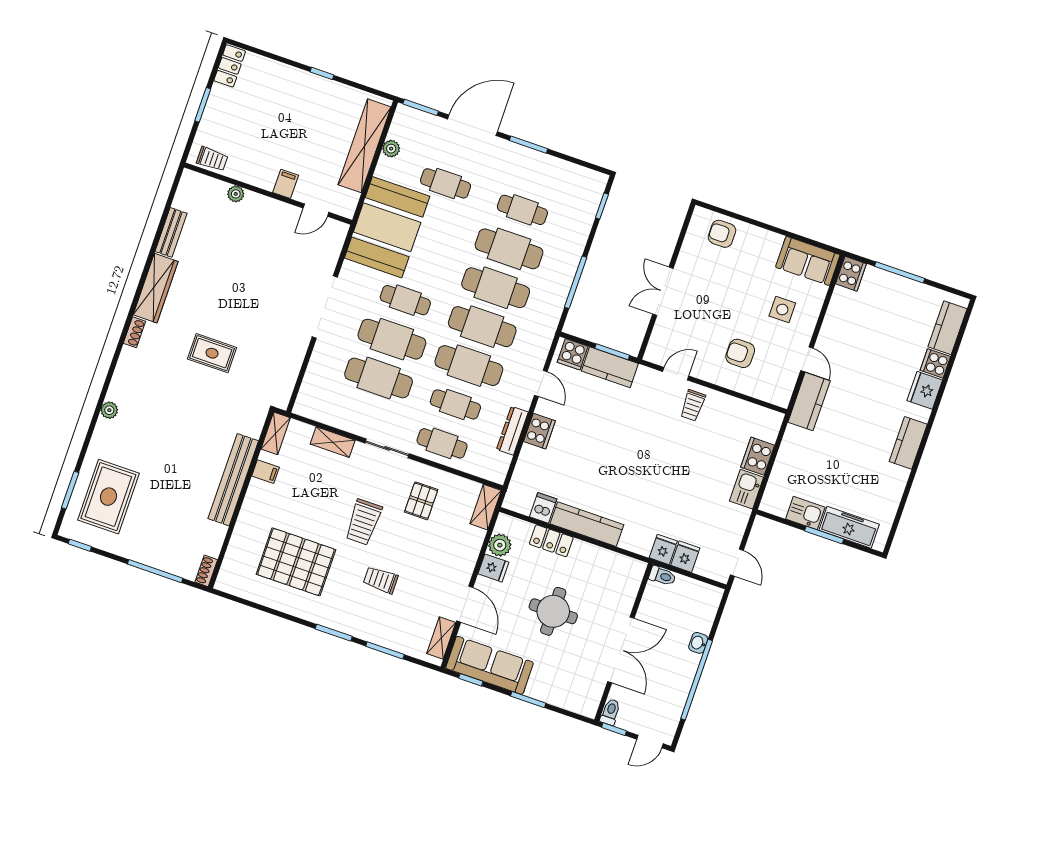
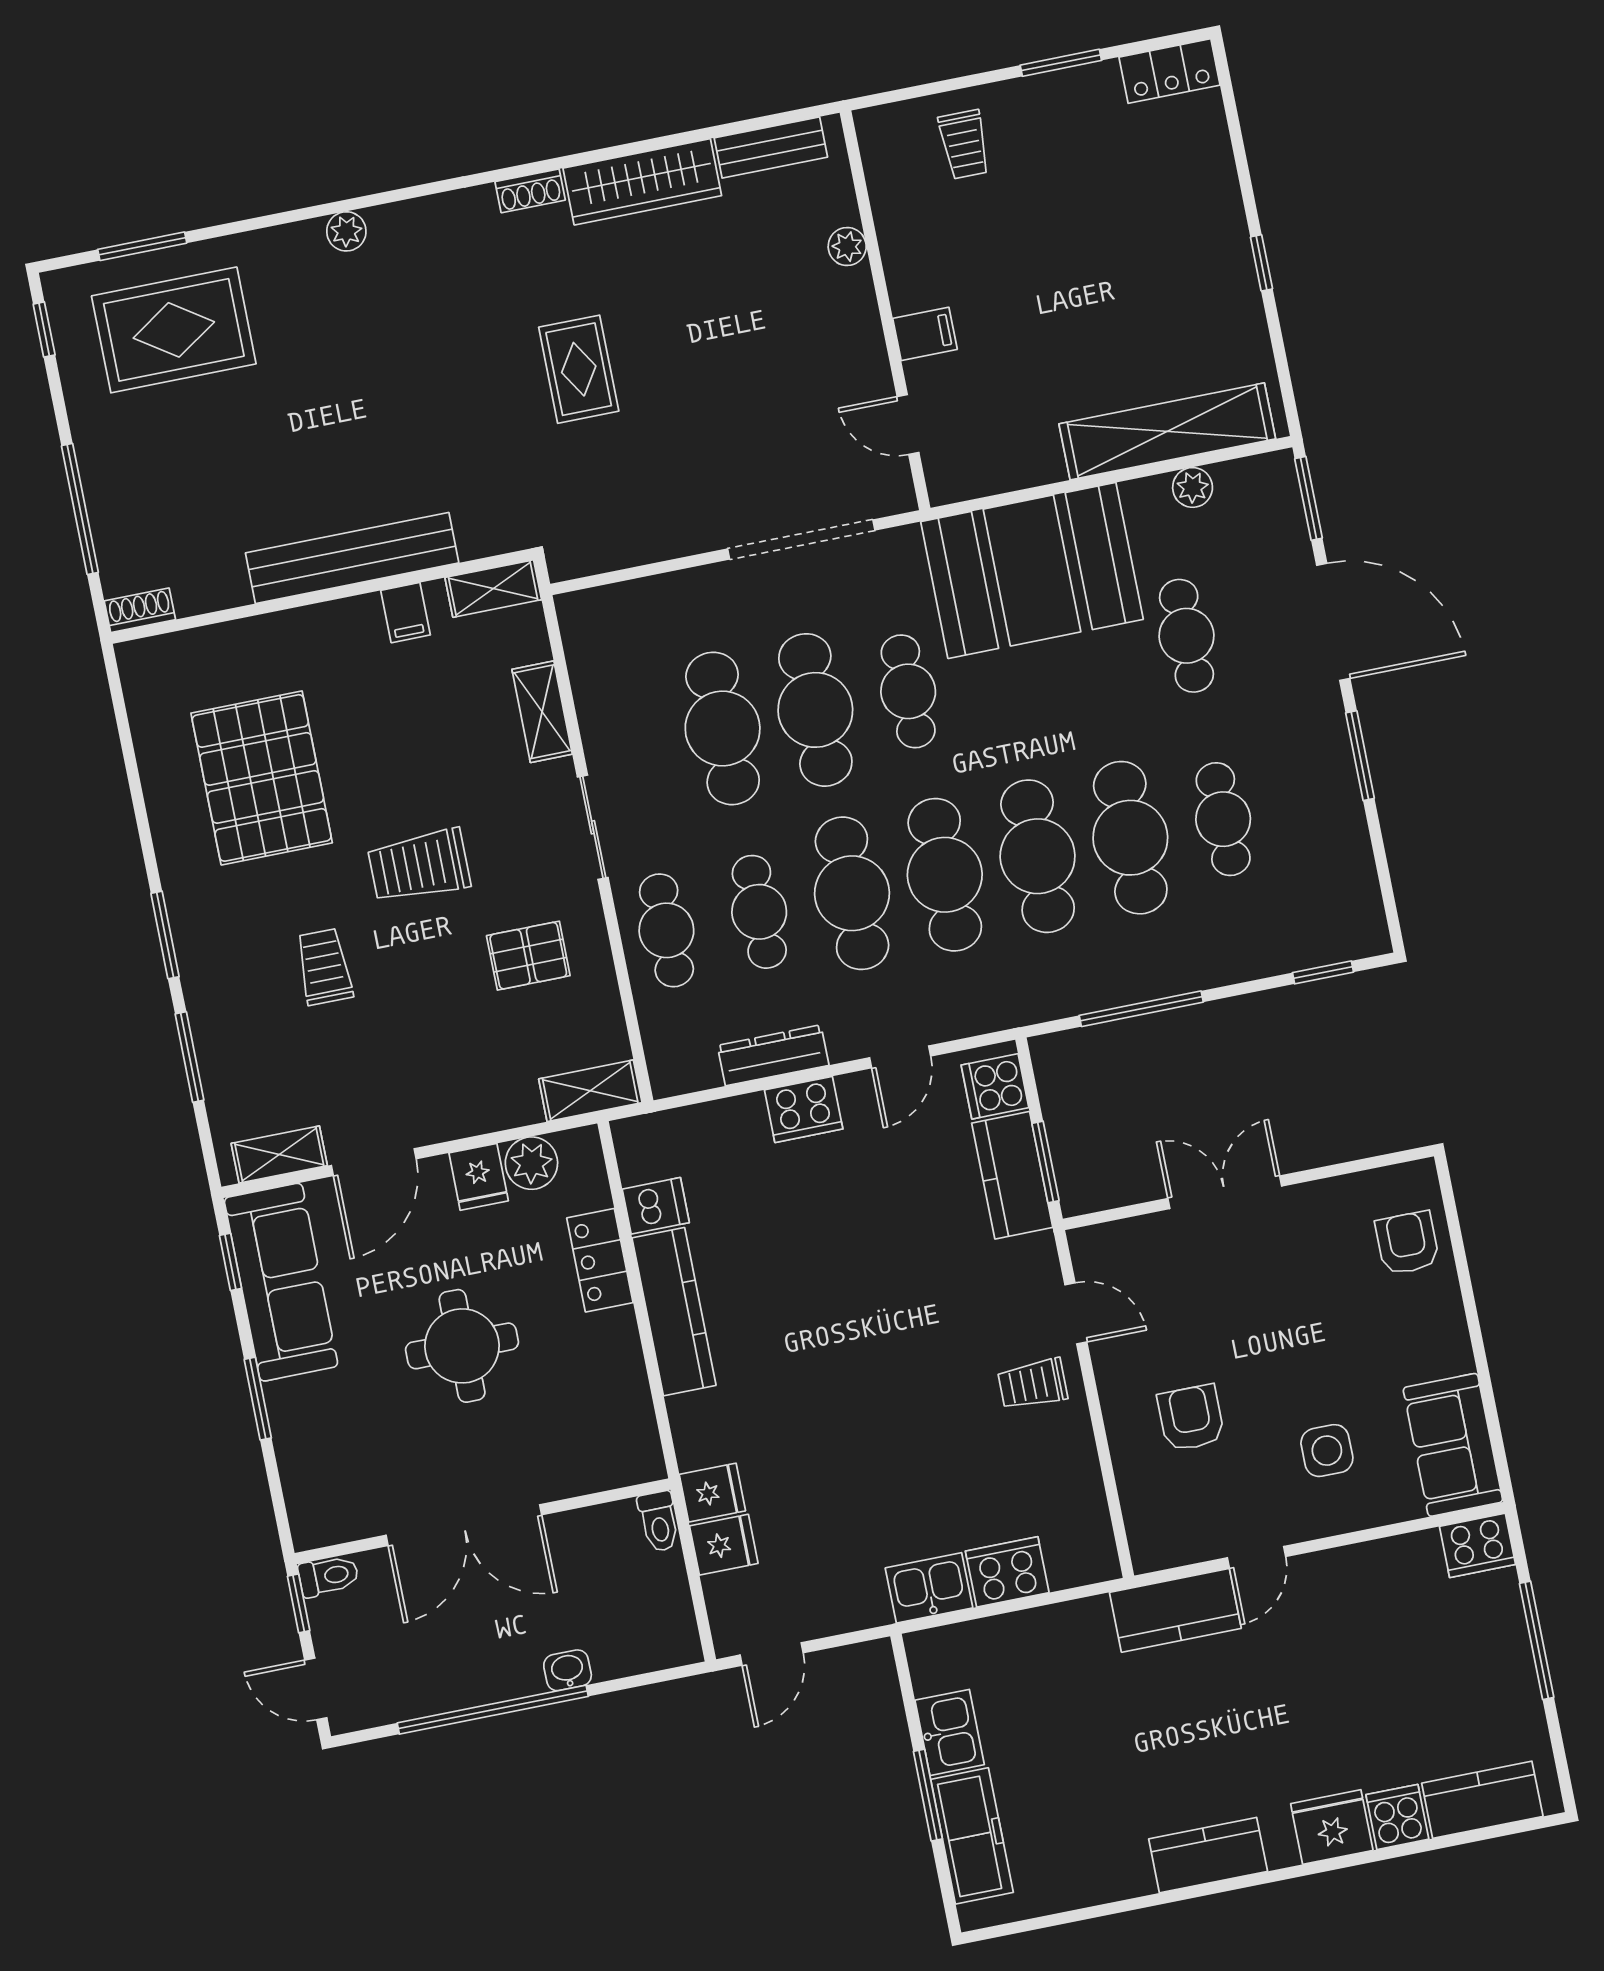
filing cabinet: (286, 184) -> (925, 334), moved
plant: (236, 194) -> (847, 247), moved
wall: (268, 194) -> (885, 310), moved
door: (316, 210) -> (908, 424), moved

